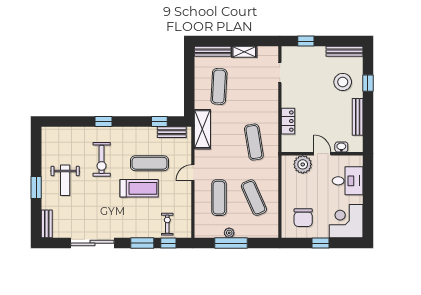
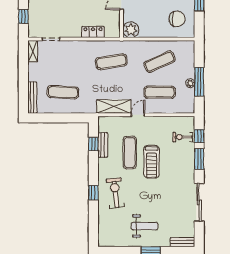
shelving: (244, 52) -> (33, 51), moved
shelving: (202, 129) -> (114, 107), moved
bench: (172, 132) -> (103, 145), moved
exercise bike: (102, 159) -> (115, 193), moved, turned -97
plant: (303, 164) -> (131, 30), moved
door: (193, 173) -> (138, 115), swing flipped
treadmill: (139, 188) -> (152, 162), turned 180

